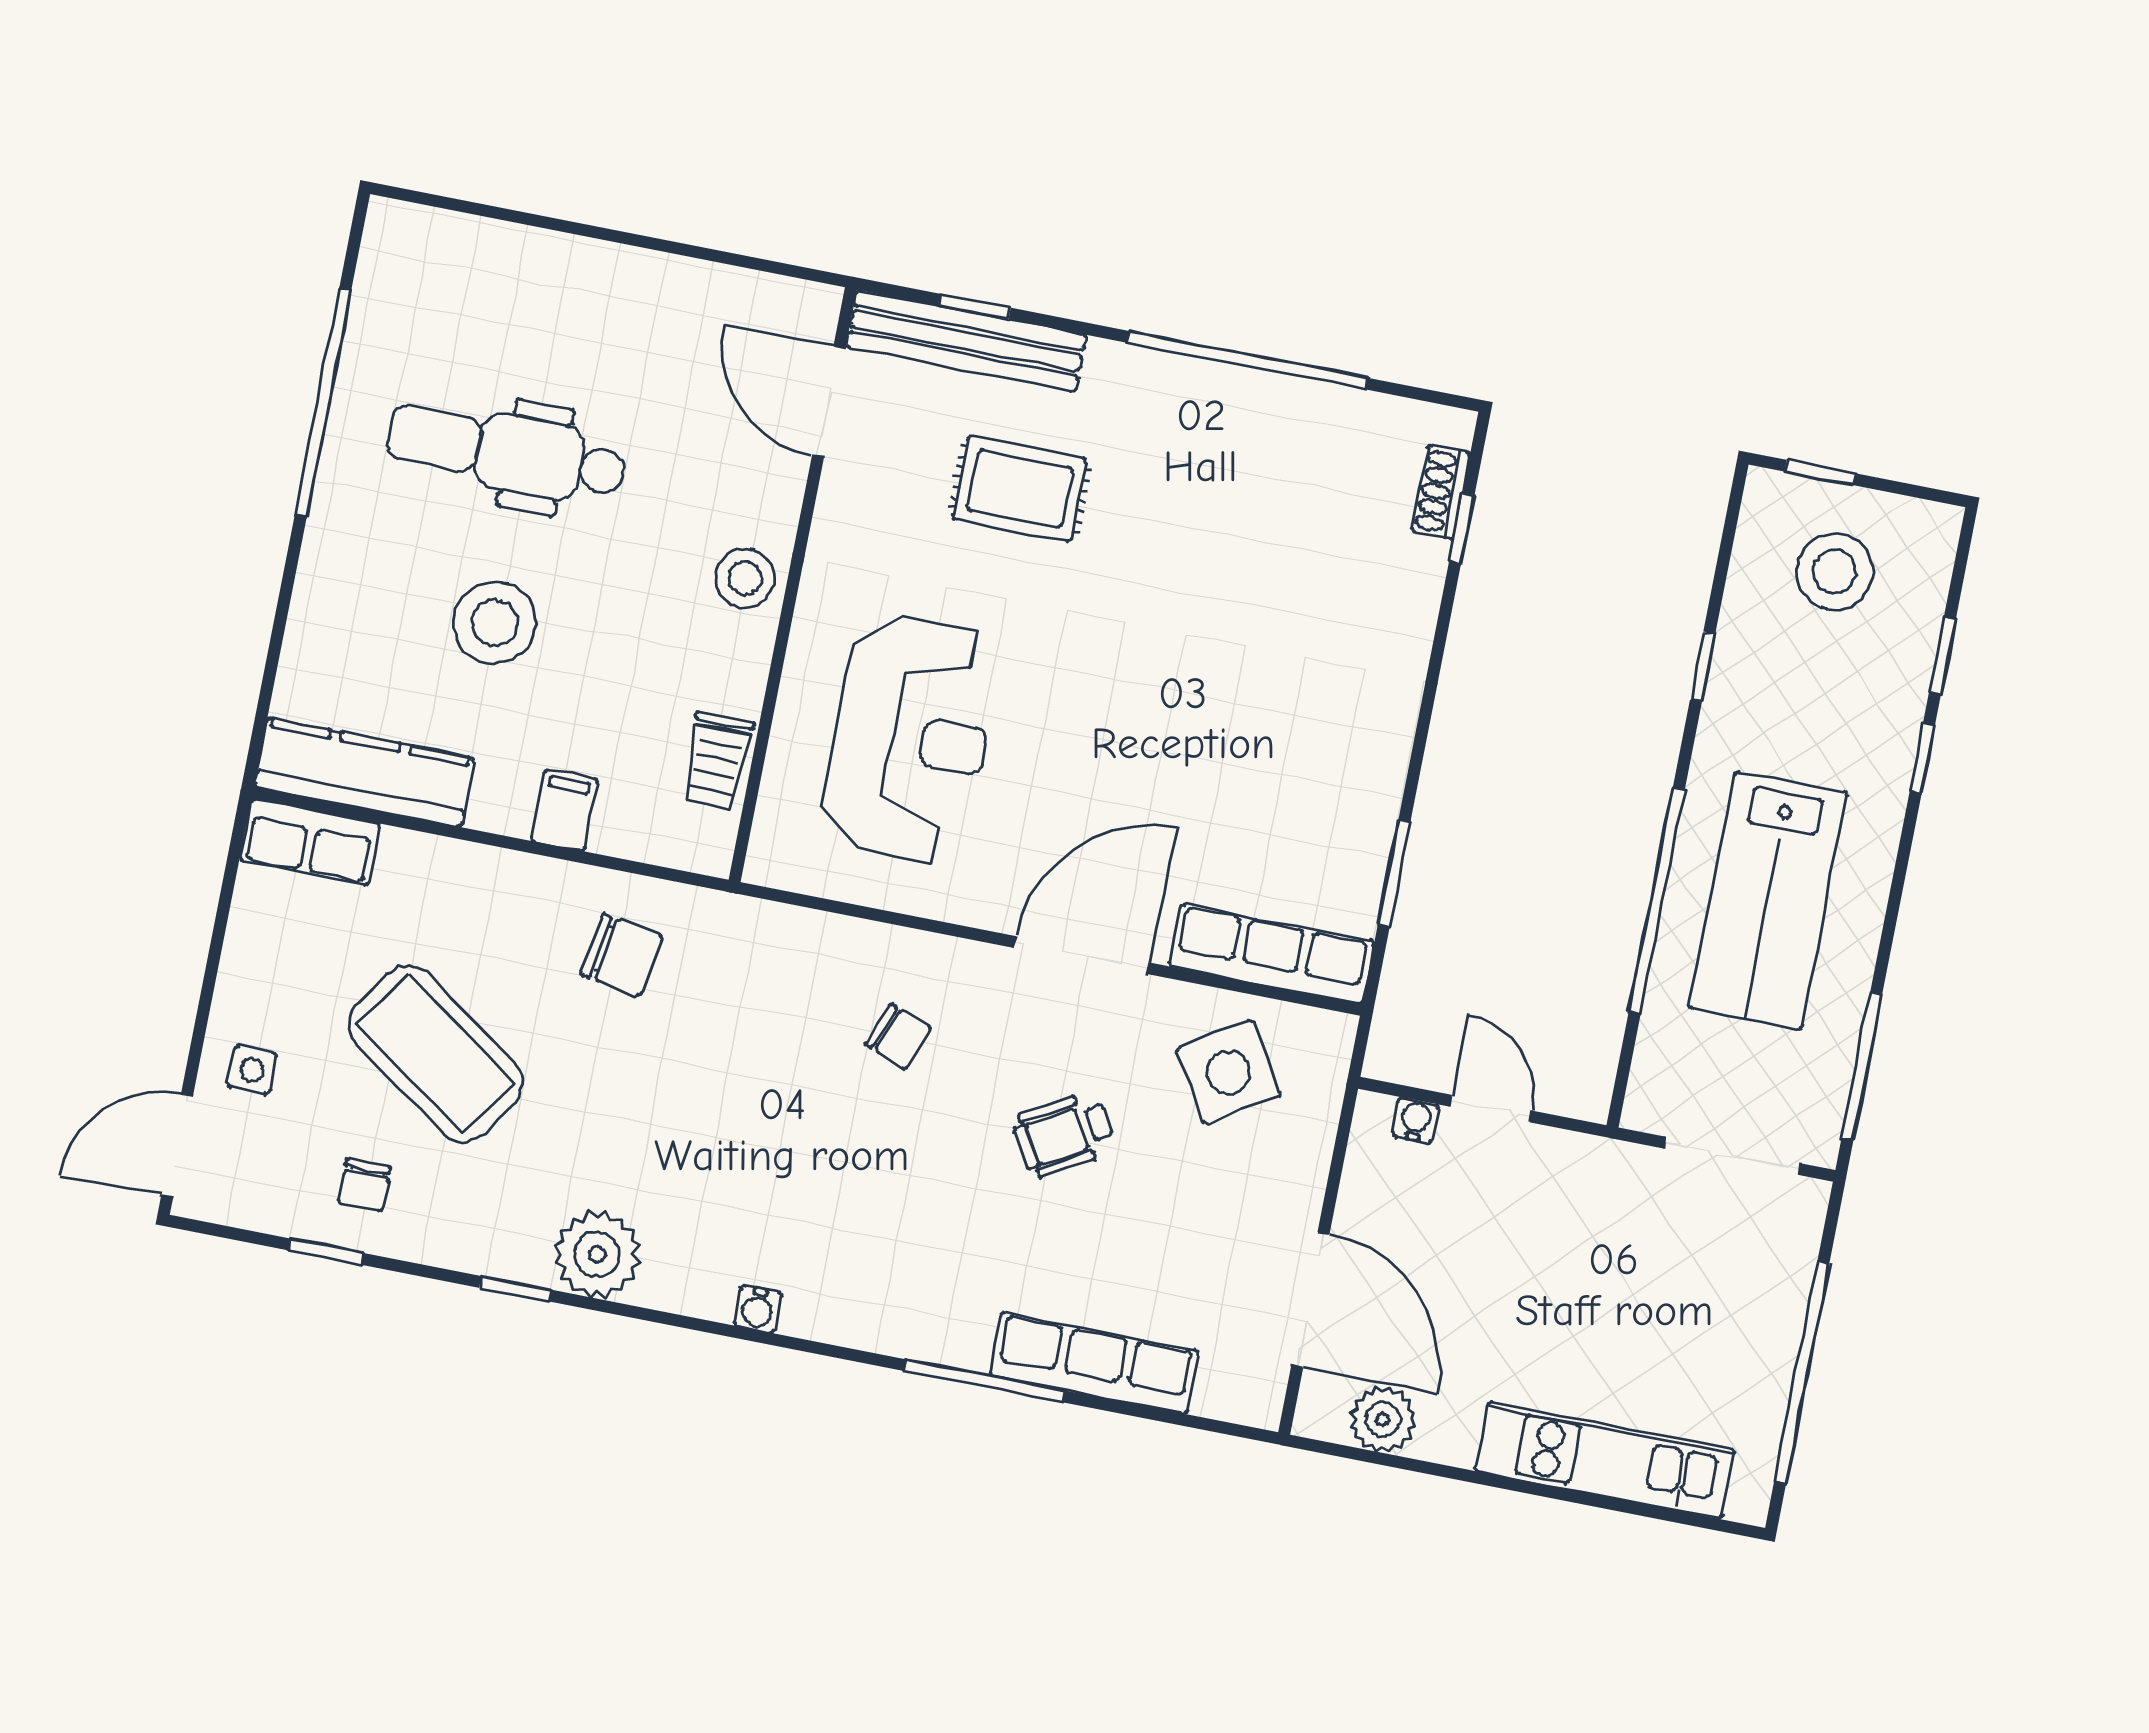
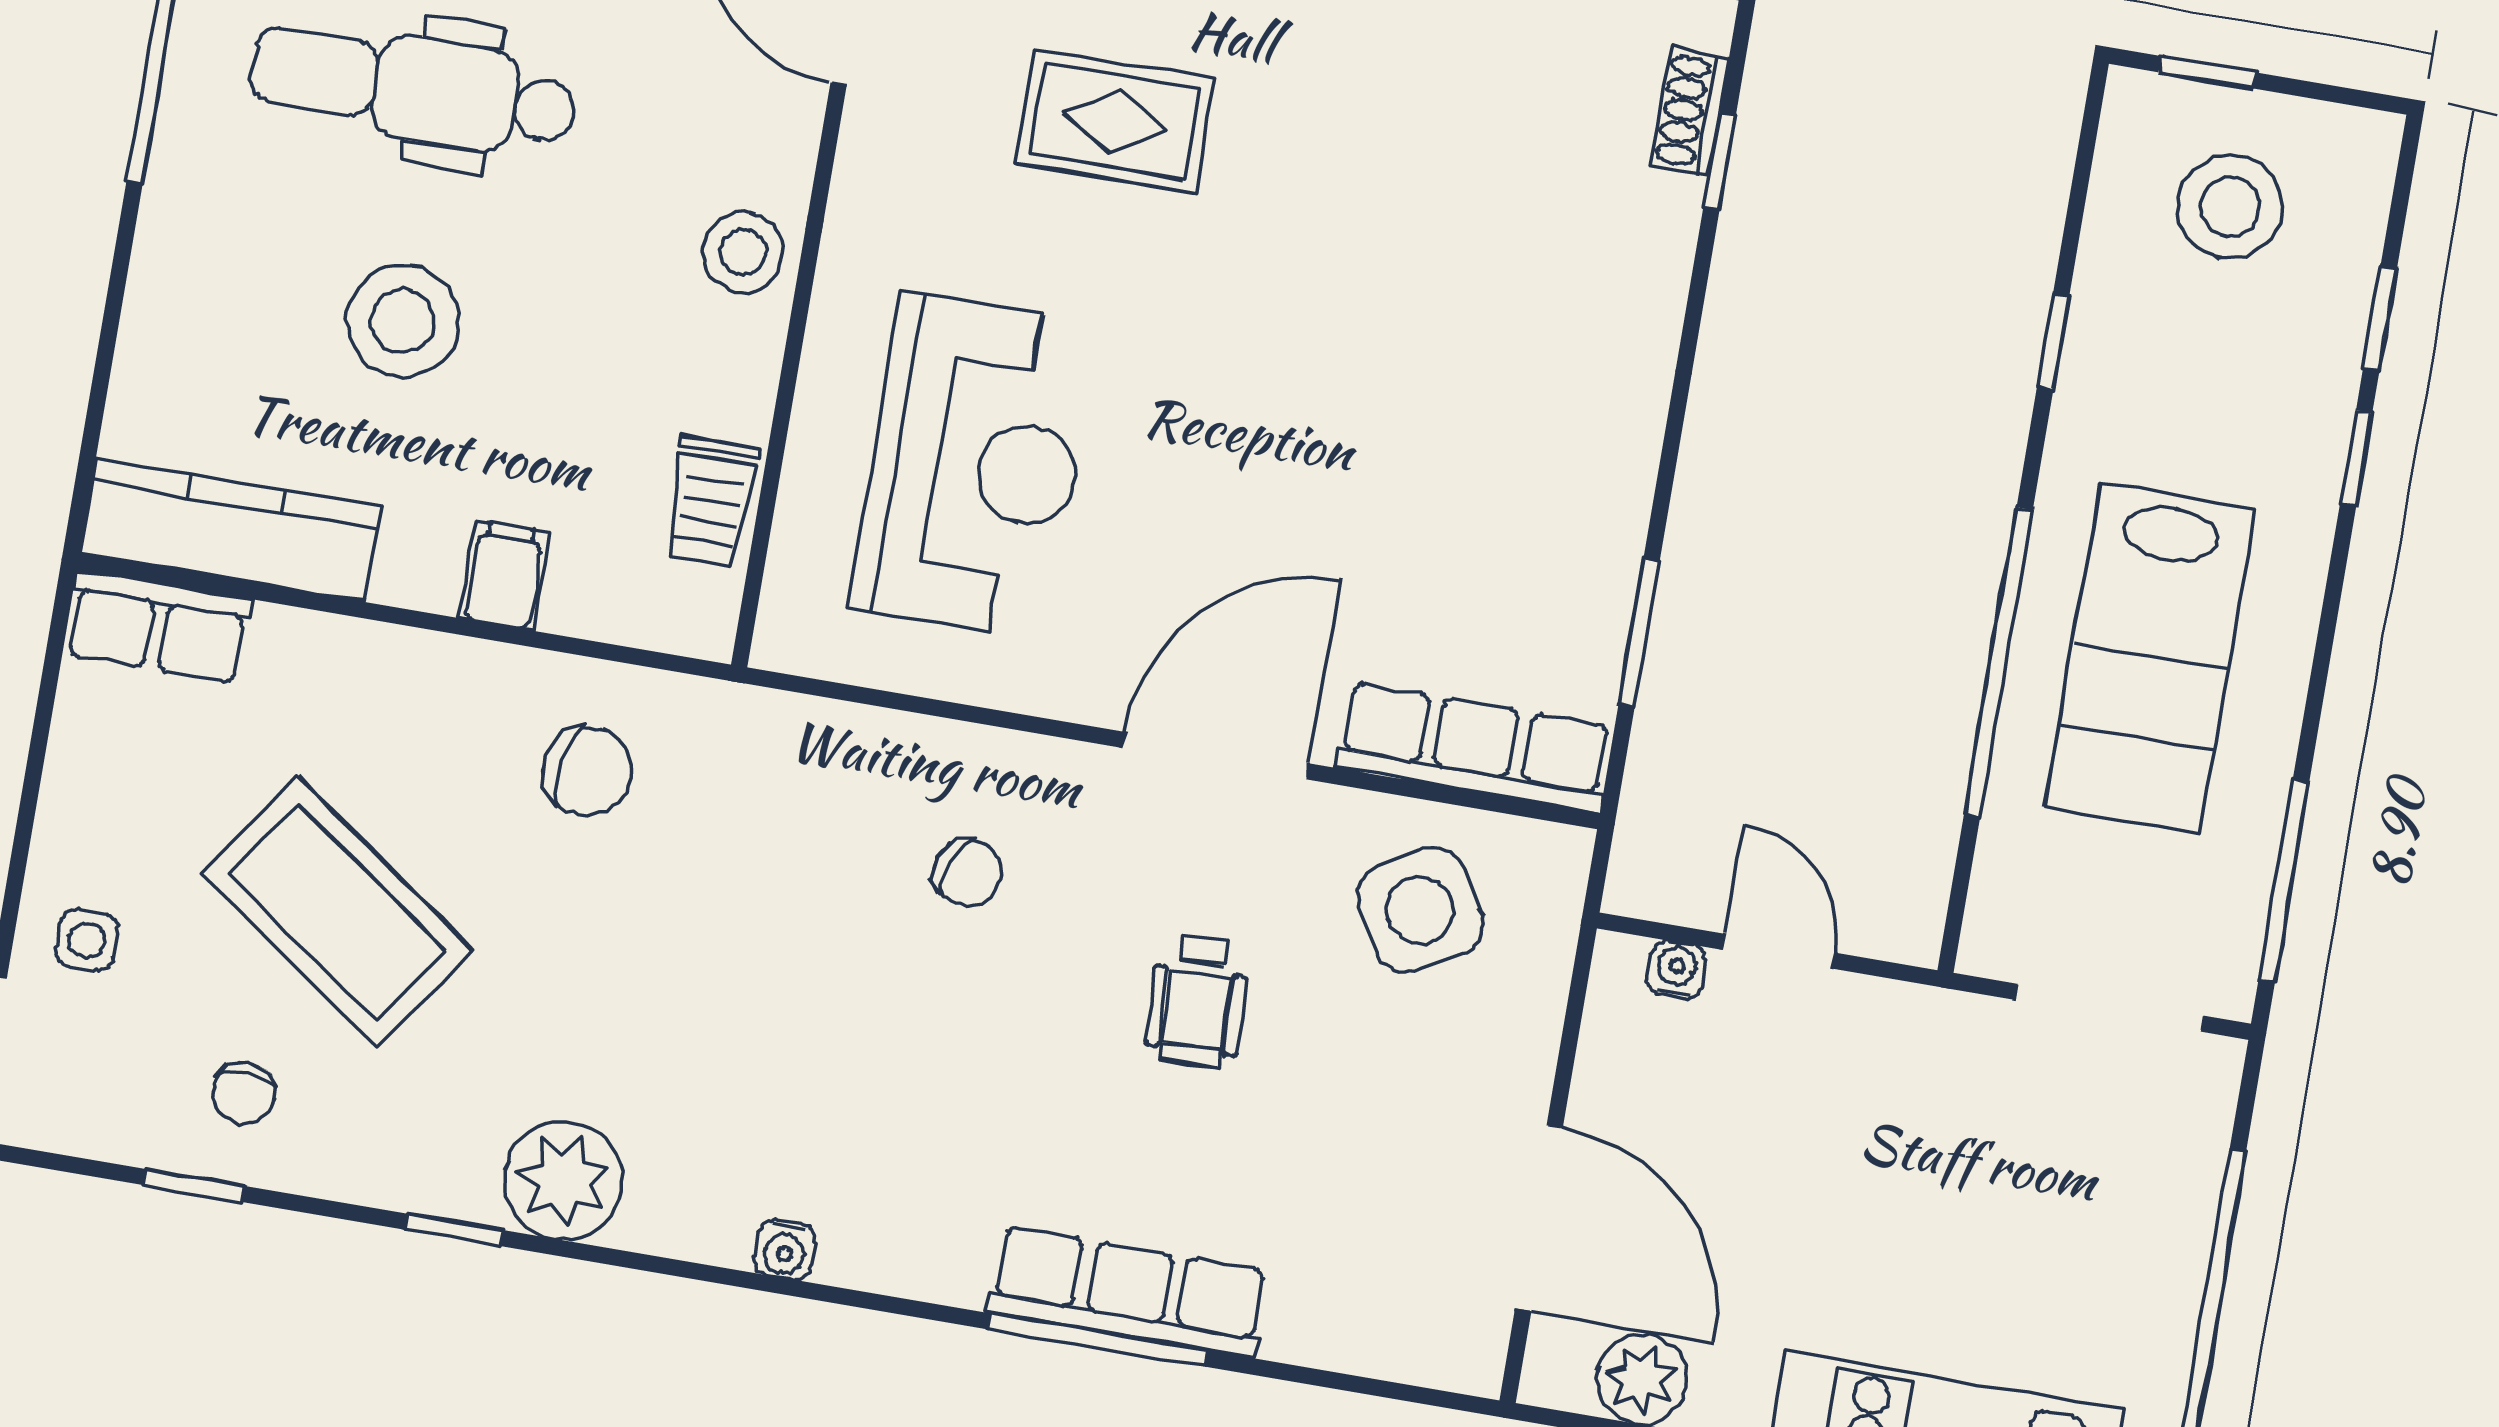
wheelchair: (1064, 1134) -> (1197, 1001), turned -62
row of seats: (1094, 1363) -> (1128, 1292), moved

